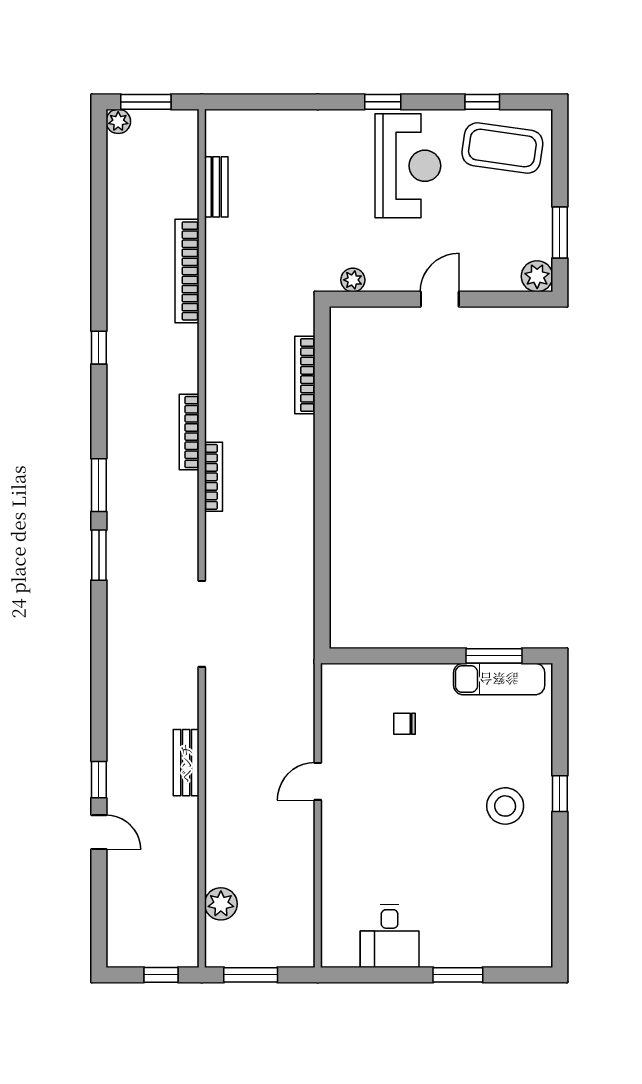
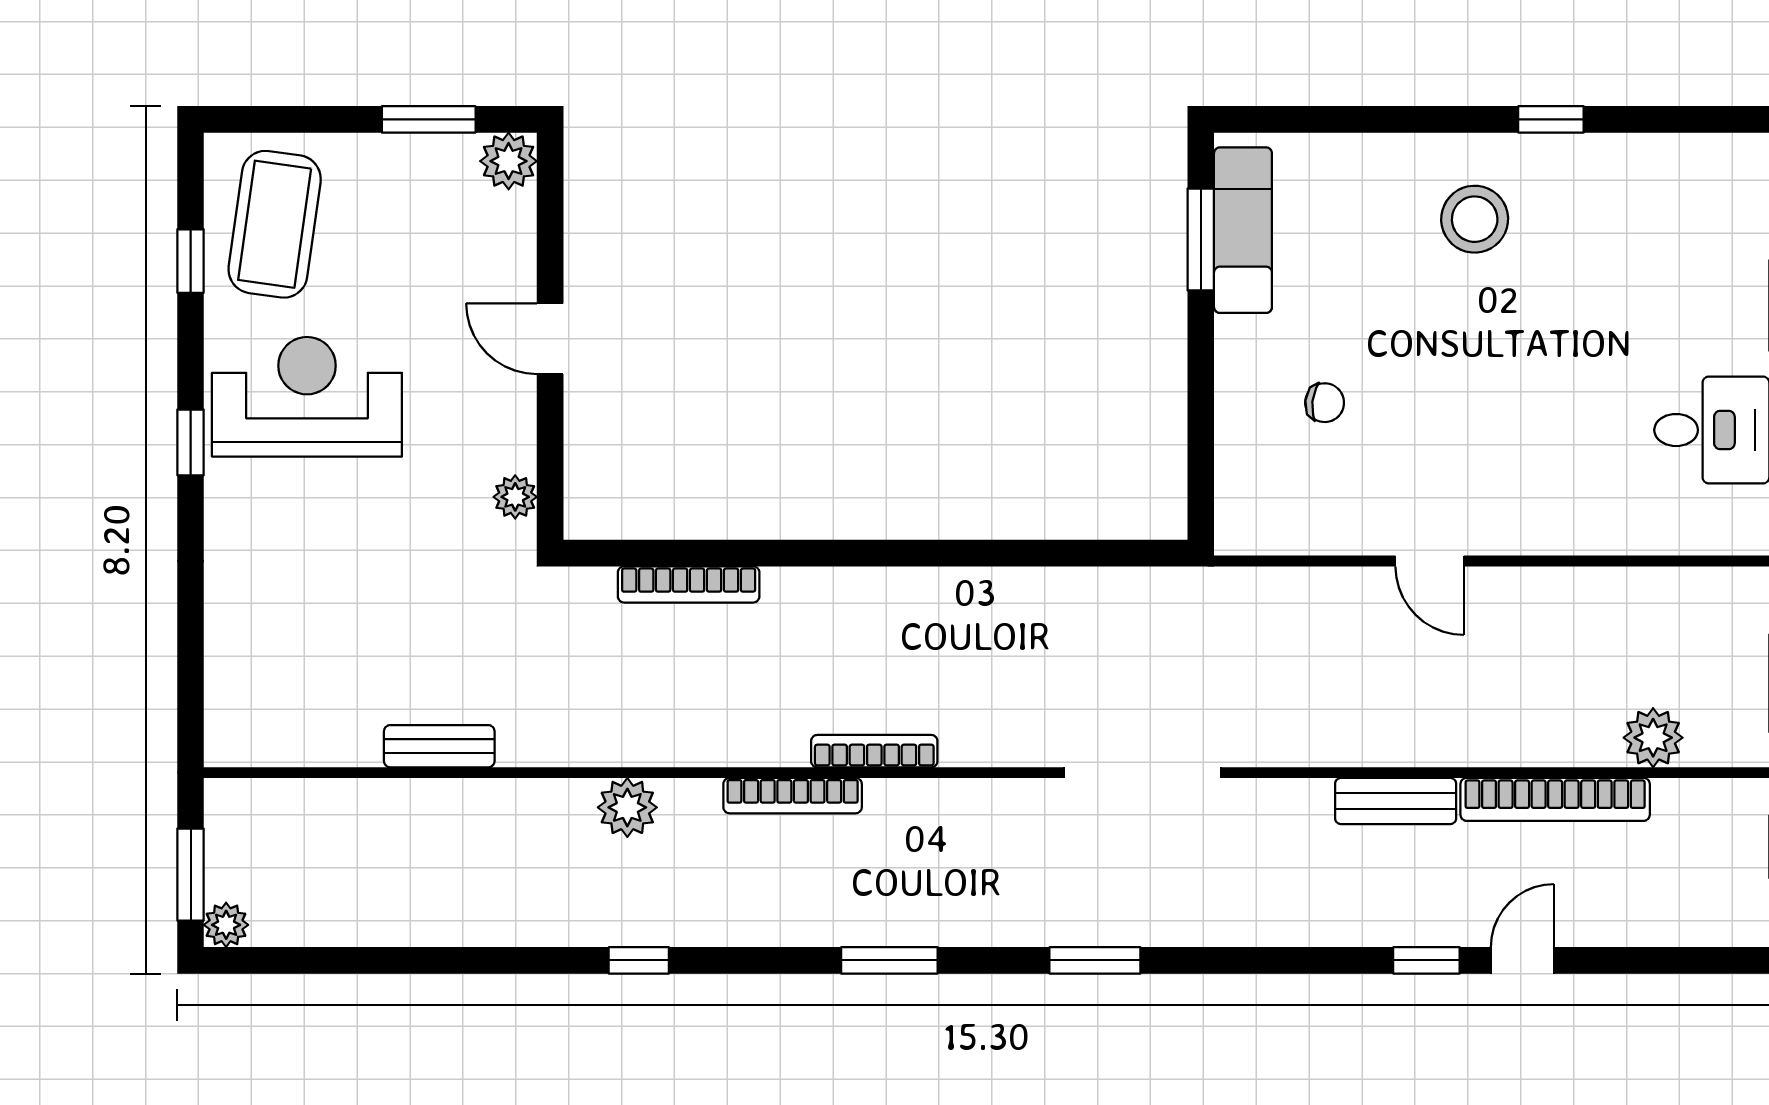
bench: (216, 187) -> (439, 746), moved
bookcase: (187, 271) -> (1555, 799), moved
plant: (183, 341) -> (627, 807), added
window: (99, 555) -> (1095, 960), moved
chair: (405, 724) -> (1325, 403), turned -84
window: (560, 794) -> (1551, 119), moved

